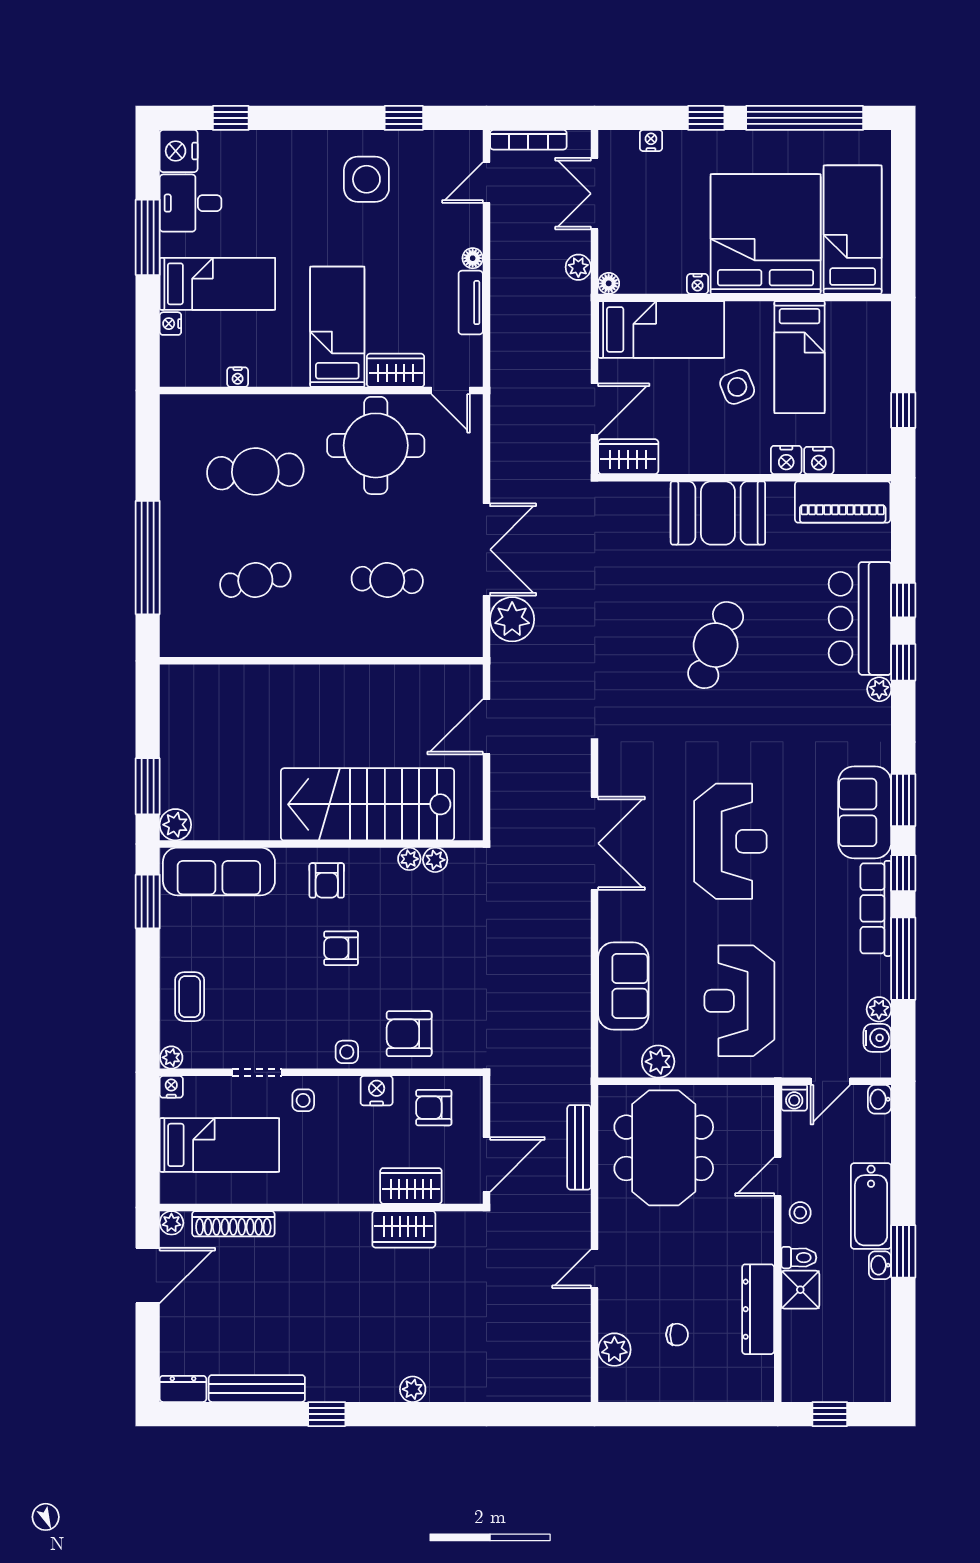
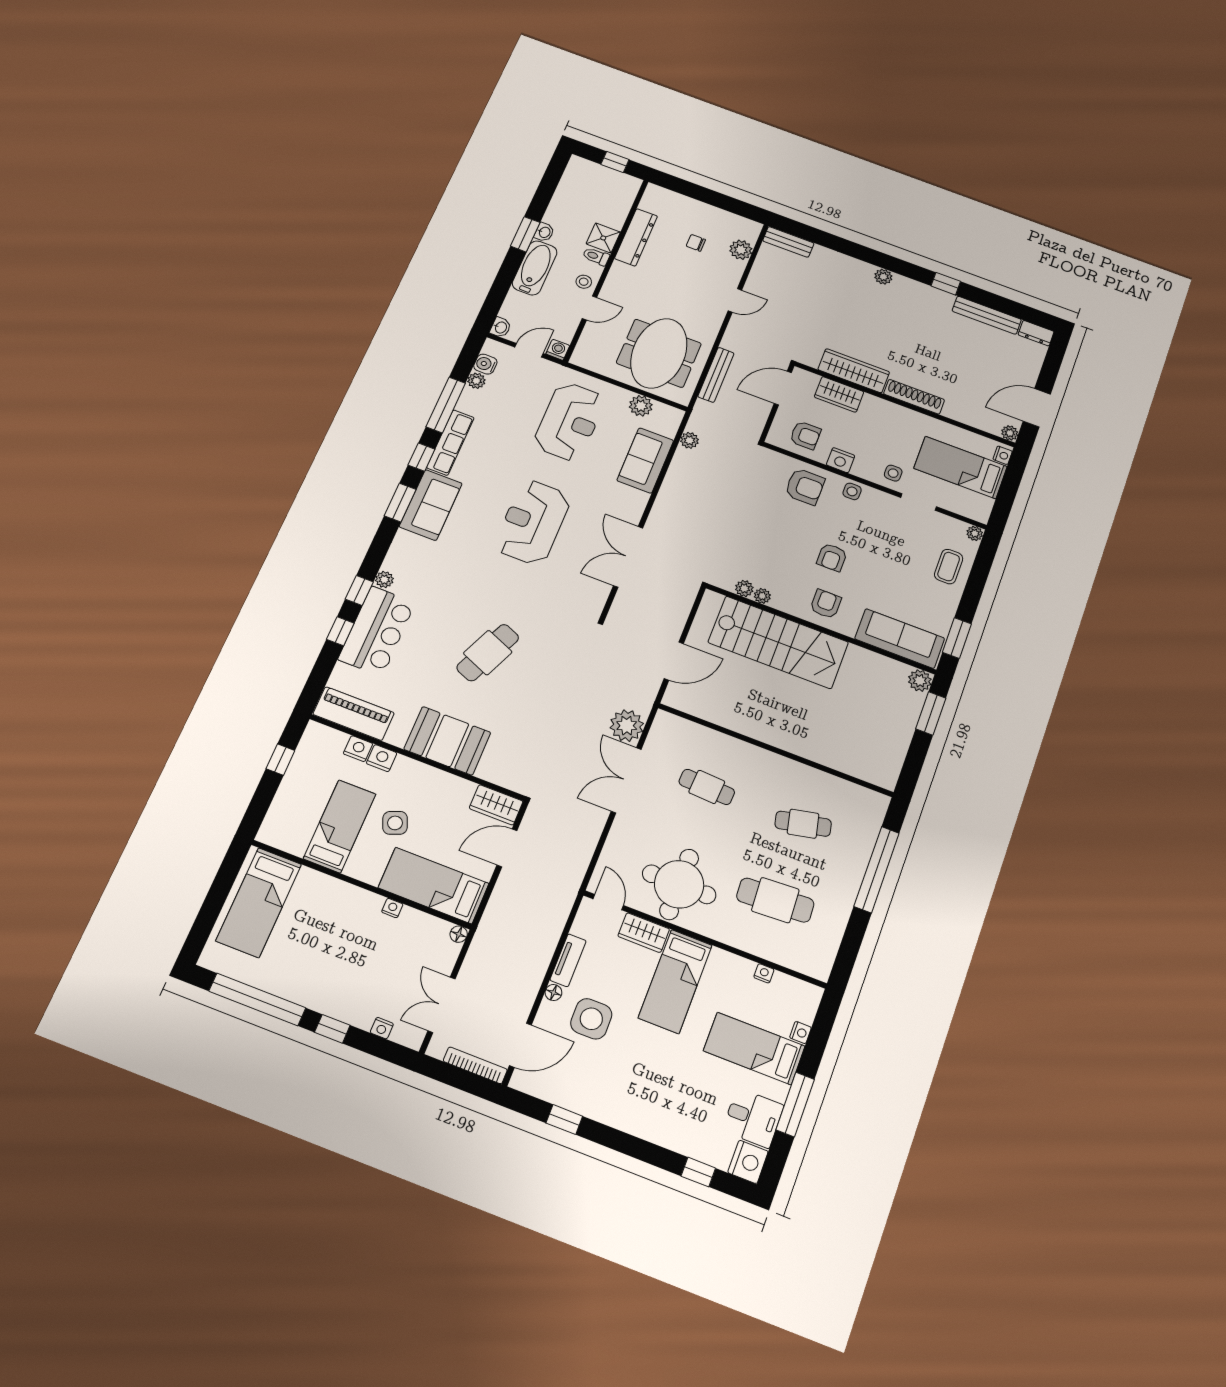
side table: (366, 179) -> (591, 1019), moved
door: (486, 182) -> (520, 1045), width x1.38
double door: (595, 194) -> (442, 1005), swing flipped
bed: (766, 234) -> (325, 925), removed
plant: (578, 267) -> (690, 440), moved
armchair: (341, 948) -> (832, 557), turned 90
nightstand: (171, 1087) -> (1003, 455), moved, turned -90
shoe rack: (233, 1224) -> (914, 397), moved
wardrobe: (404, 1229) -> (854, 371), width x1.50
bench: (556, 1389) -> (788, 242), added

